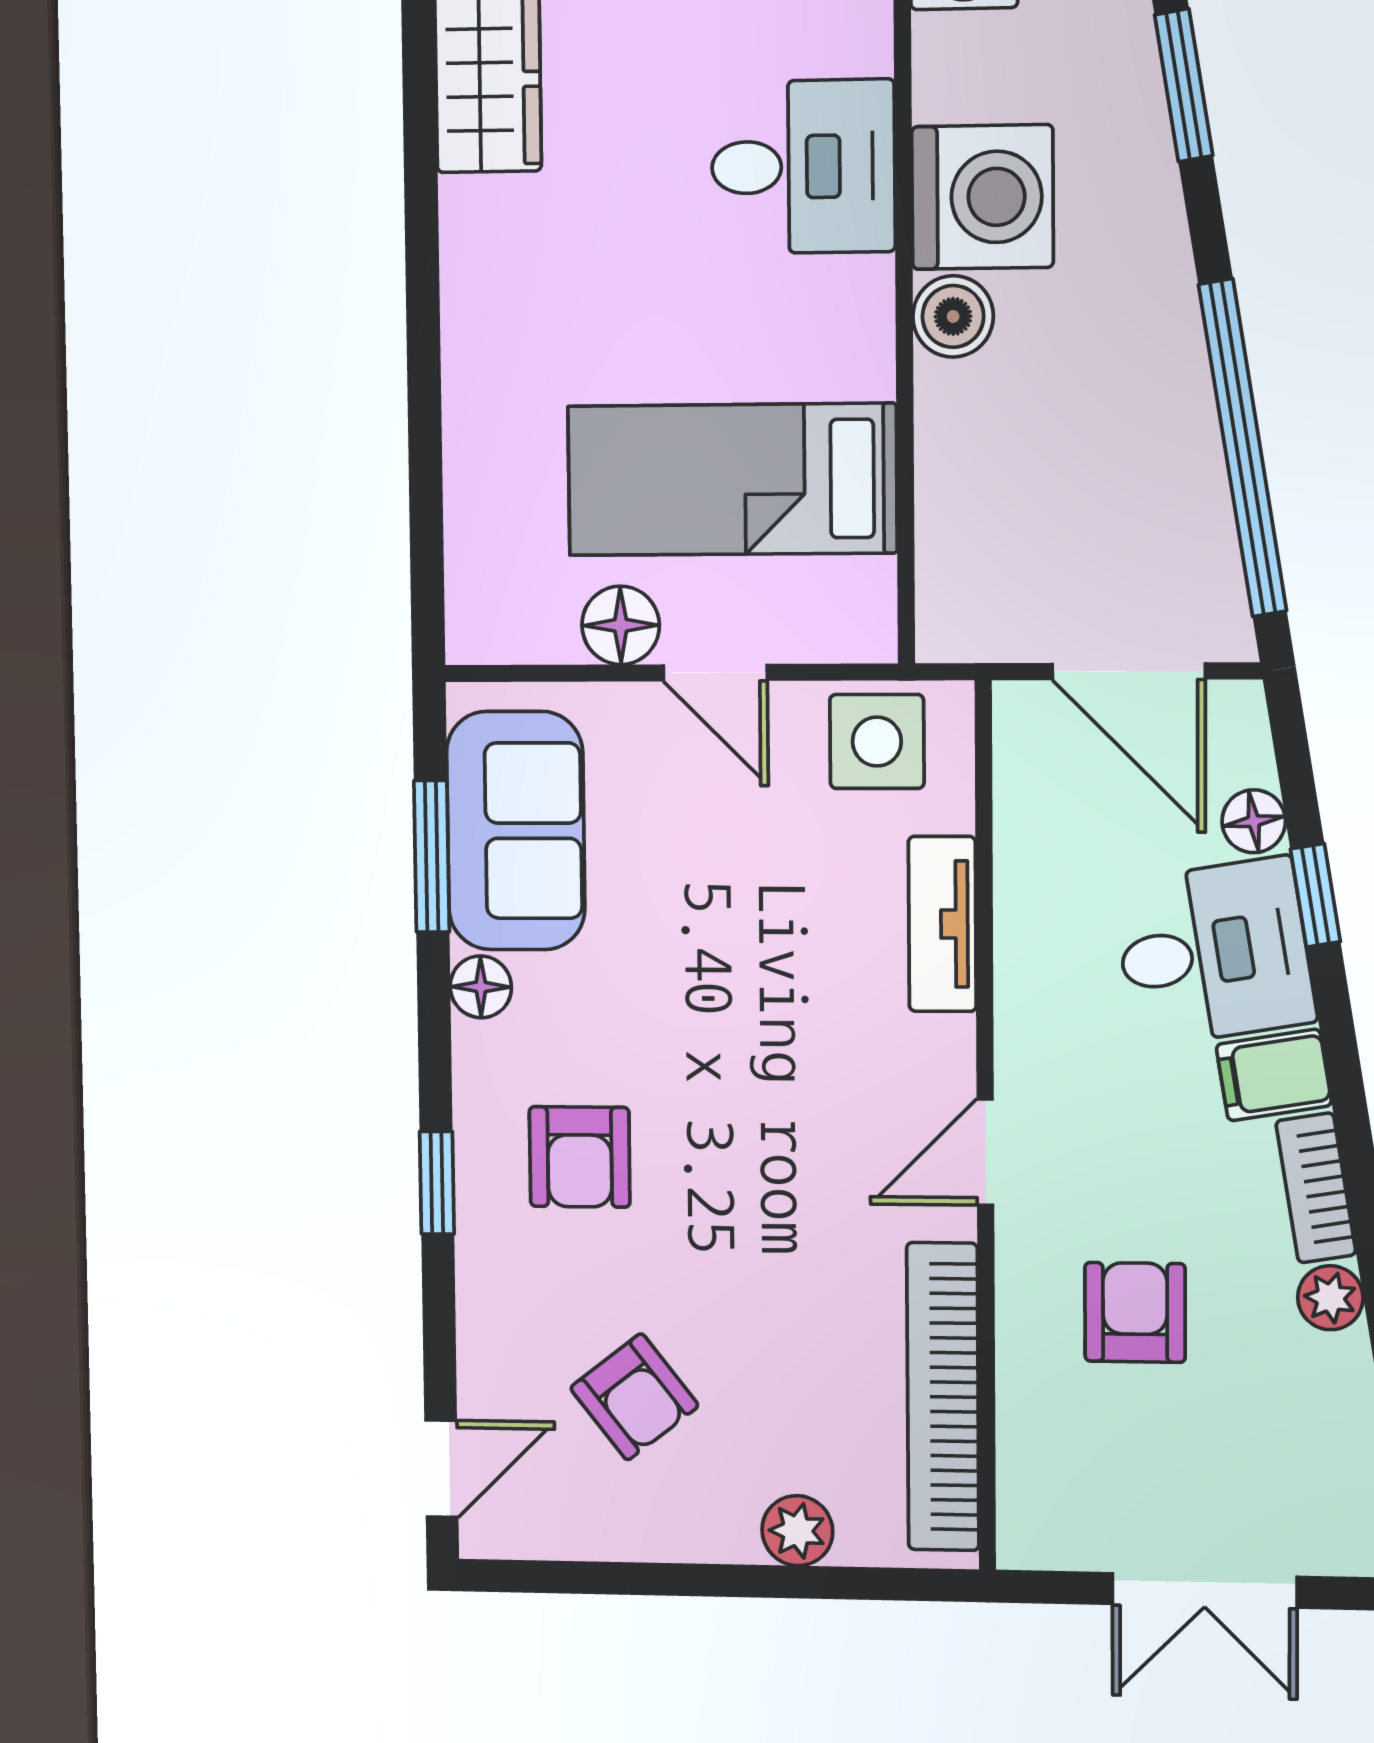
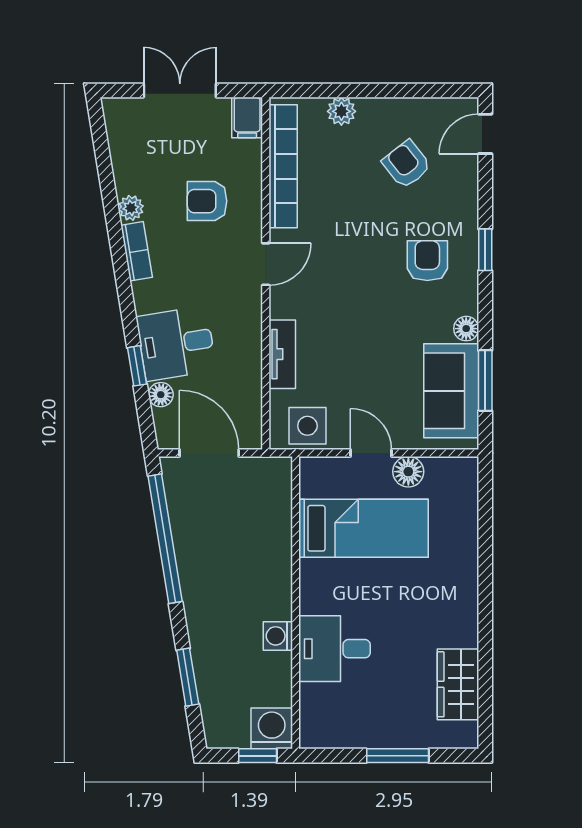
washing machine: (982, 197) -> (278, 636), width x0.53, depth x0.53
boiler: (953, 316) -> (277, 590), removed
filing cabinet: (1274, 1075) -> (247, 117), moved, turned 99
armchair: (1135, 1312) -> (207, 201), turned 90

